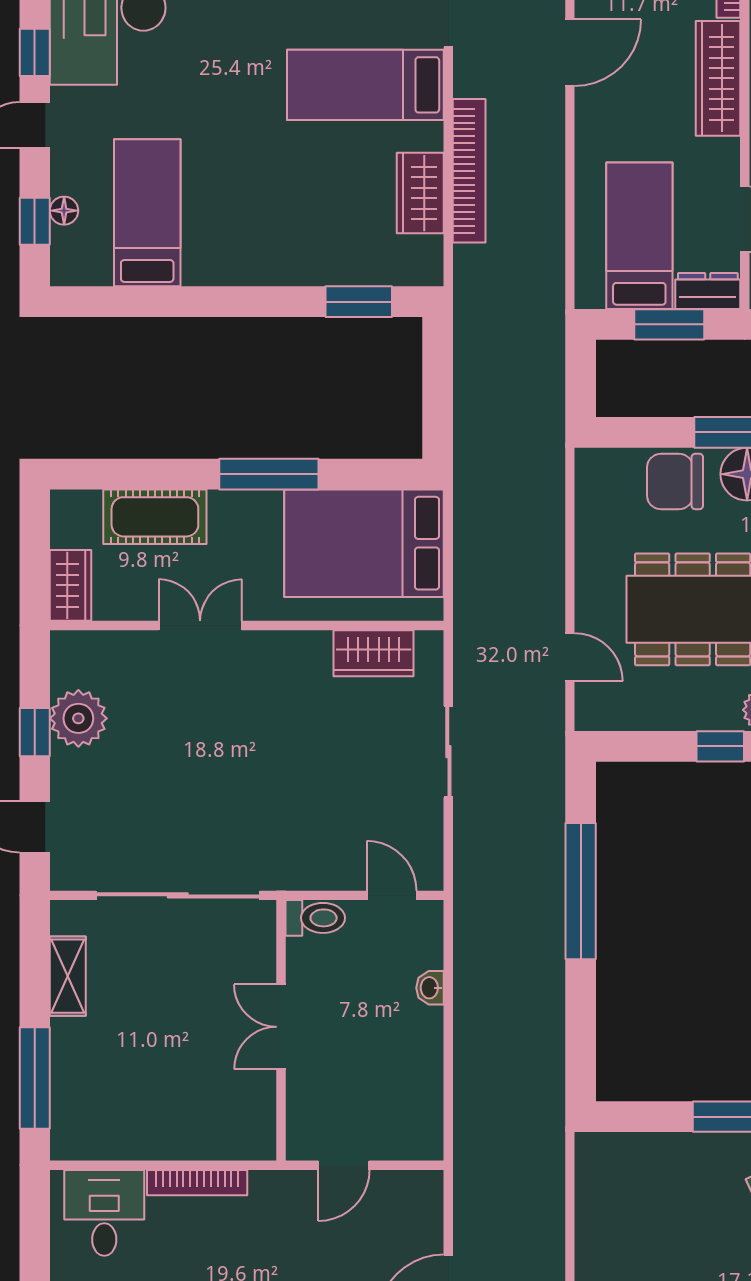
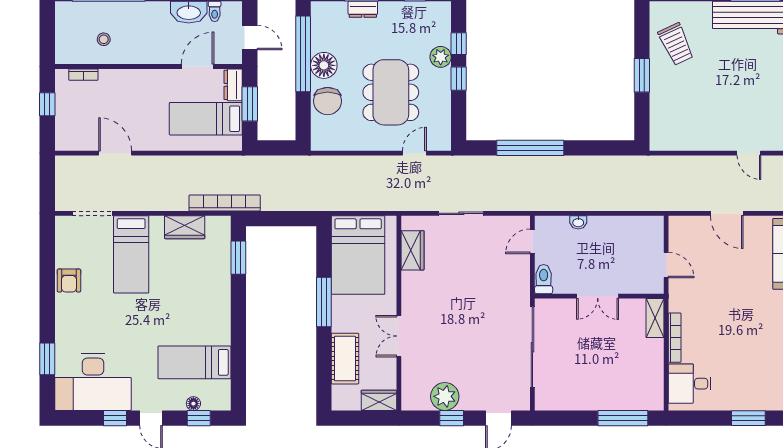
wardrobe: (718, 78) -> (128, 80), removed
bookcase: (469, 171) -> (225, 203), moved
shelving: (68, 976) -> (655, 318), moved, turned 90

